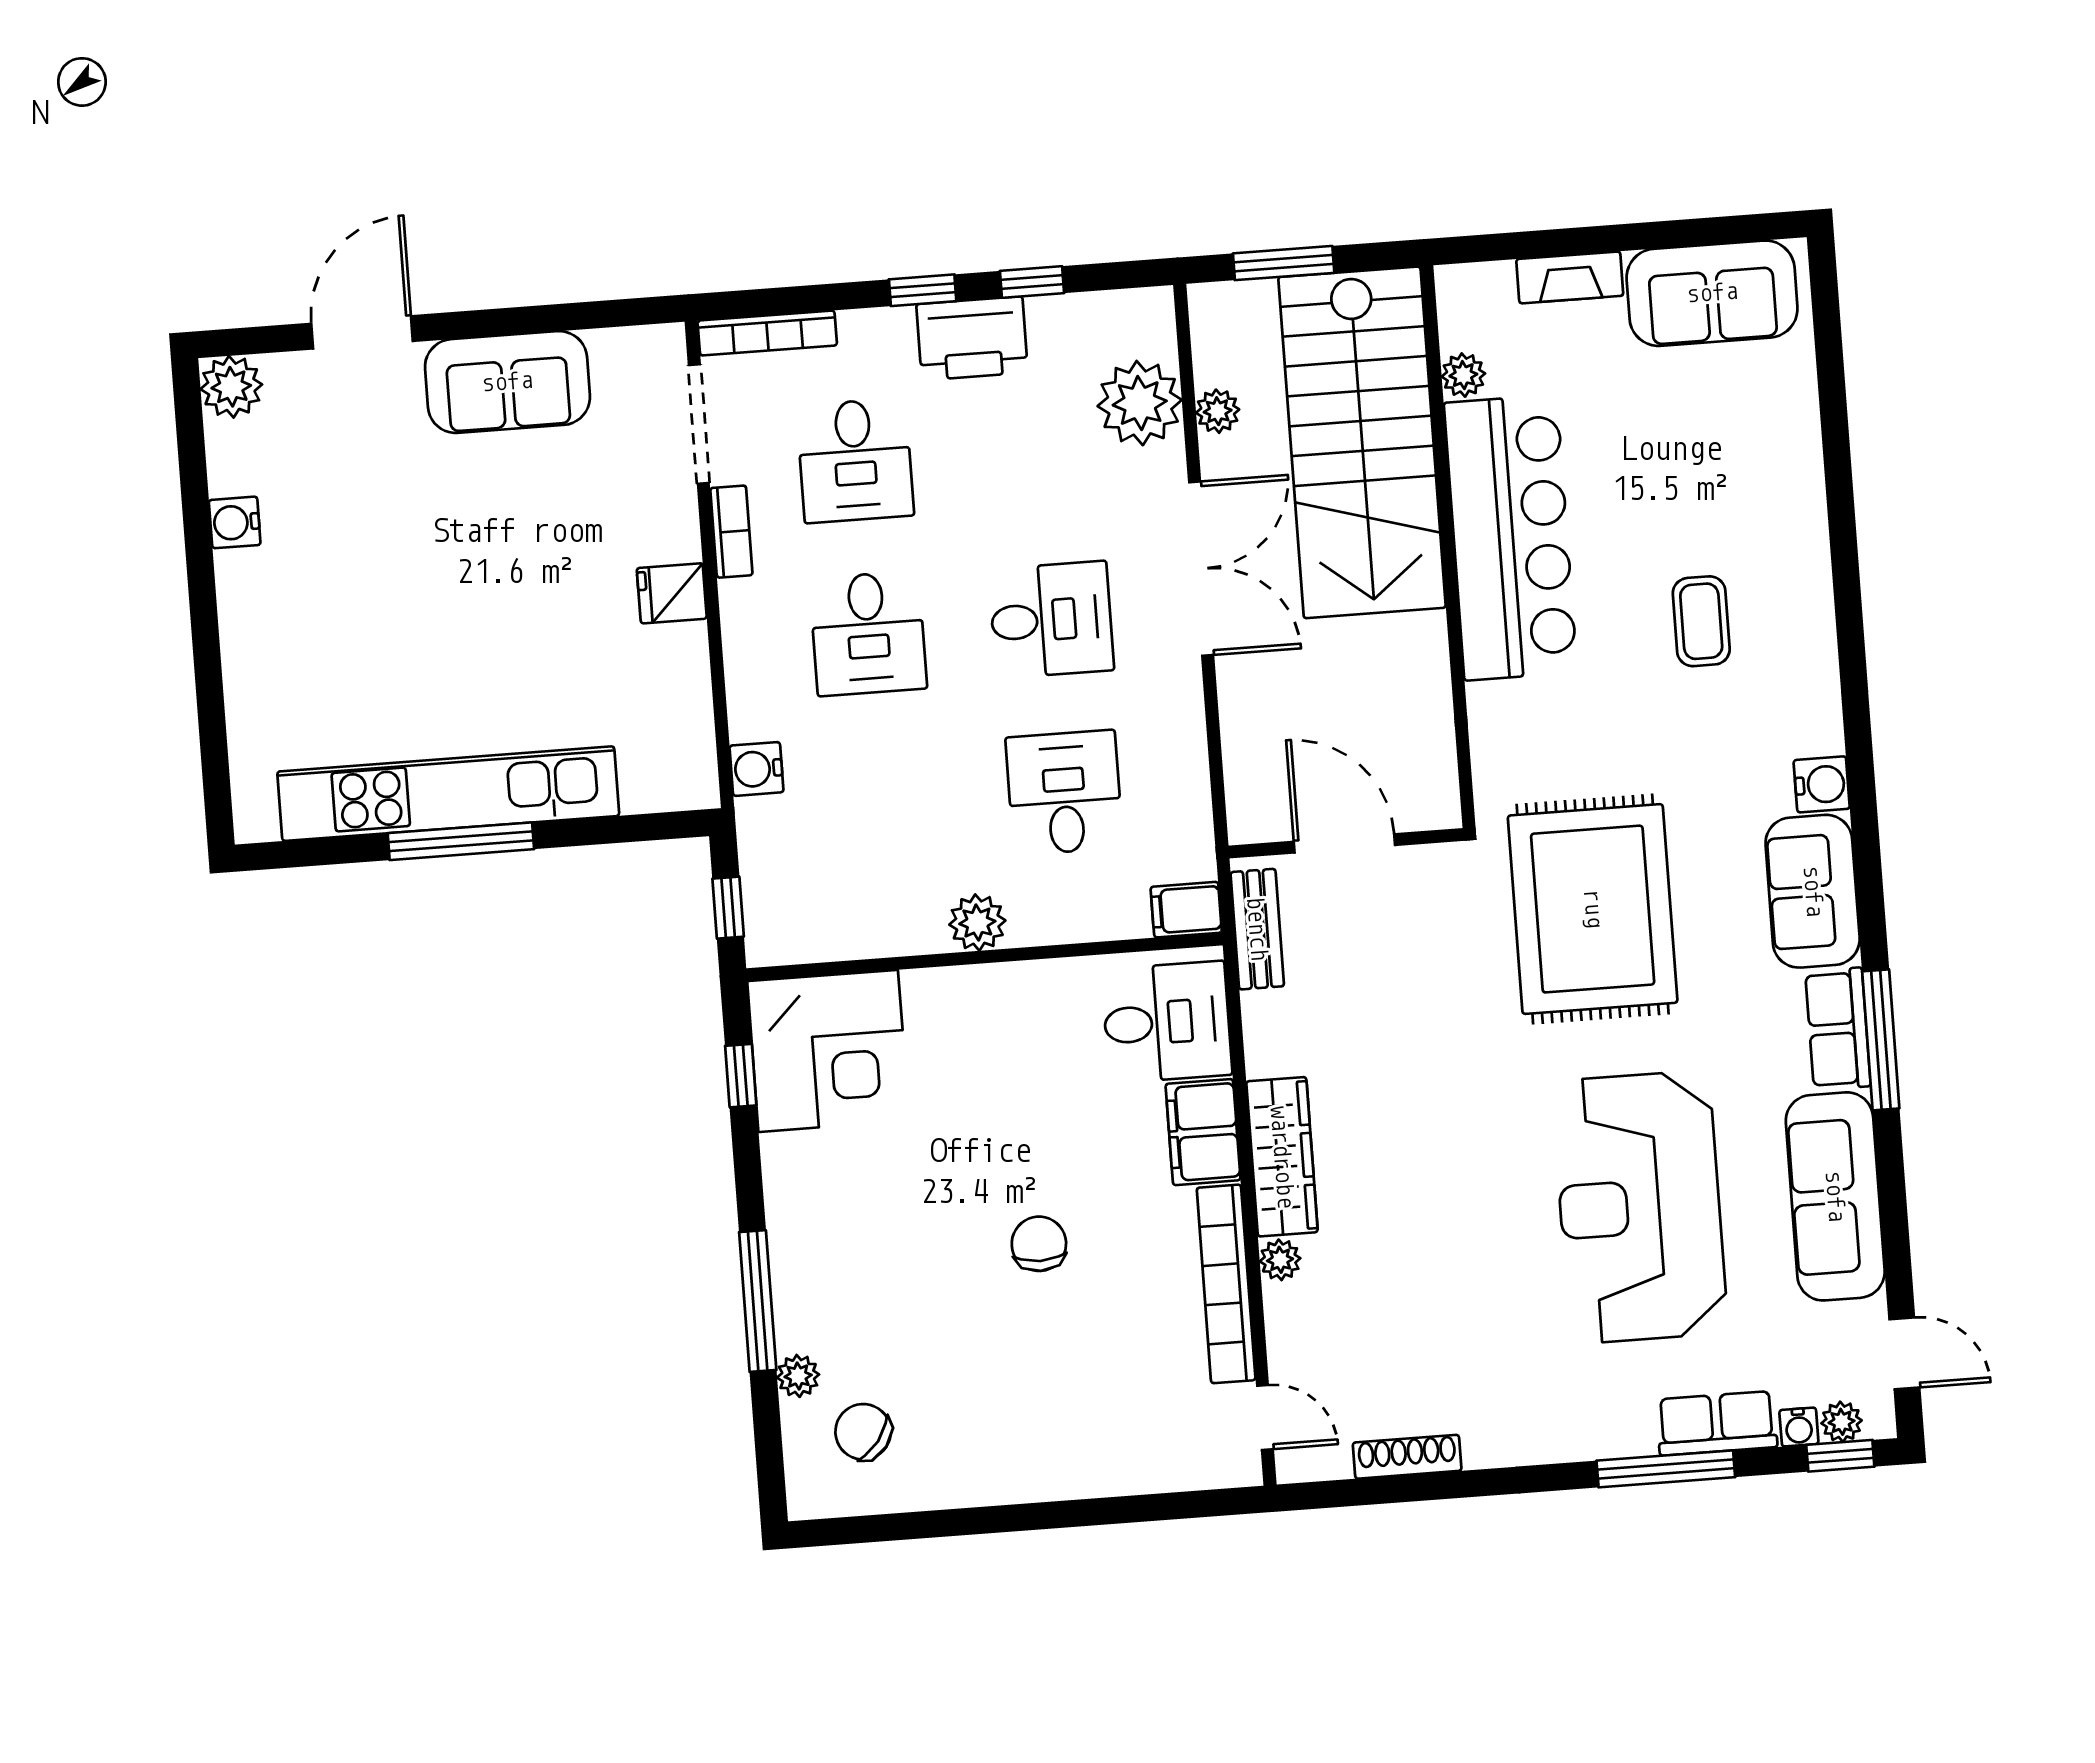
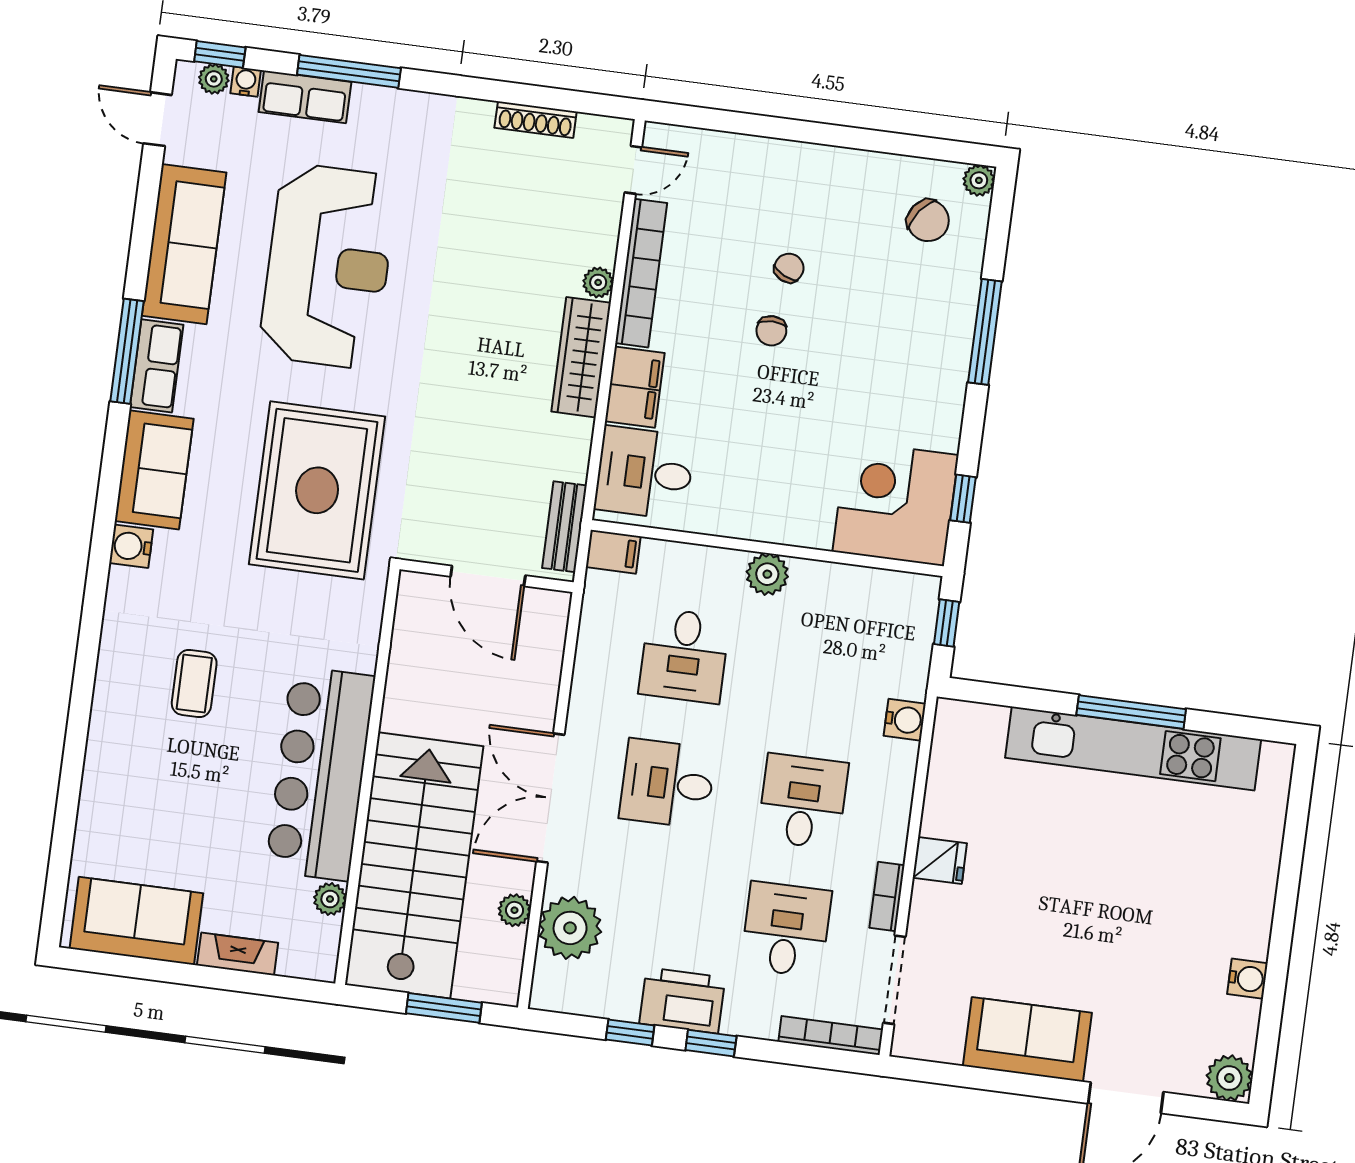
chair: (1039, 1244) -> (771, 331), width x0.73, depth x0.73
chair: (1033, 1331) -> (789, 268), added
plant: (798, 1376) -> (979, 180), moved
door: (1265, 1418) -> (633, 170), swing flipped

